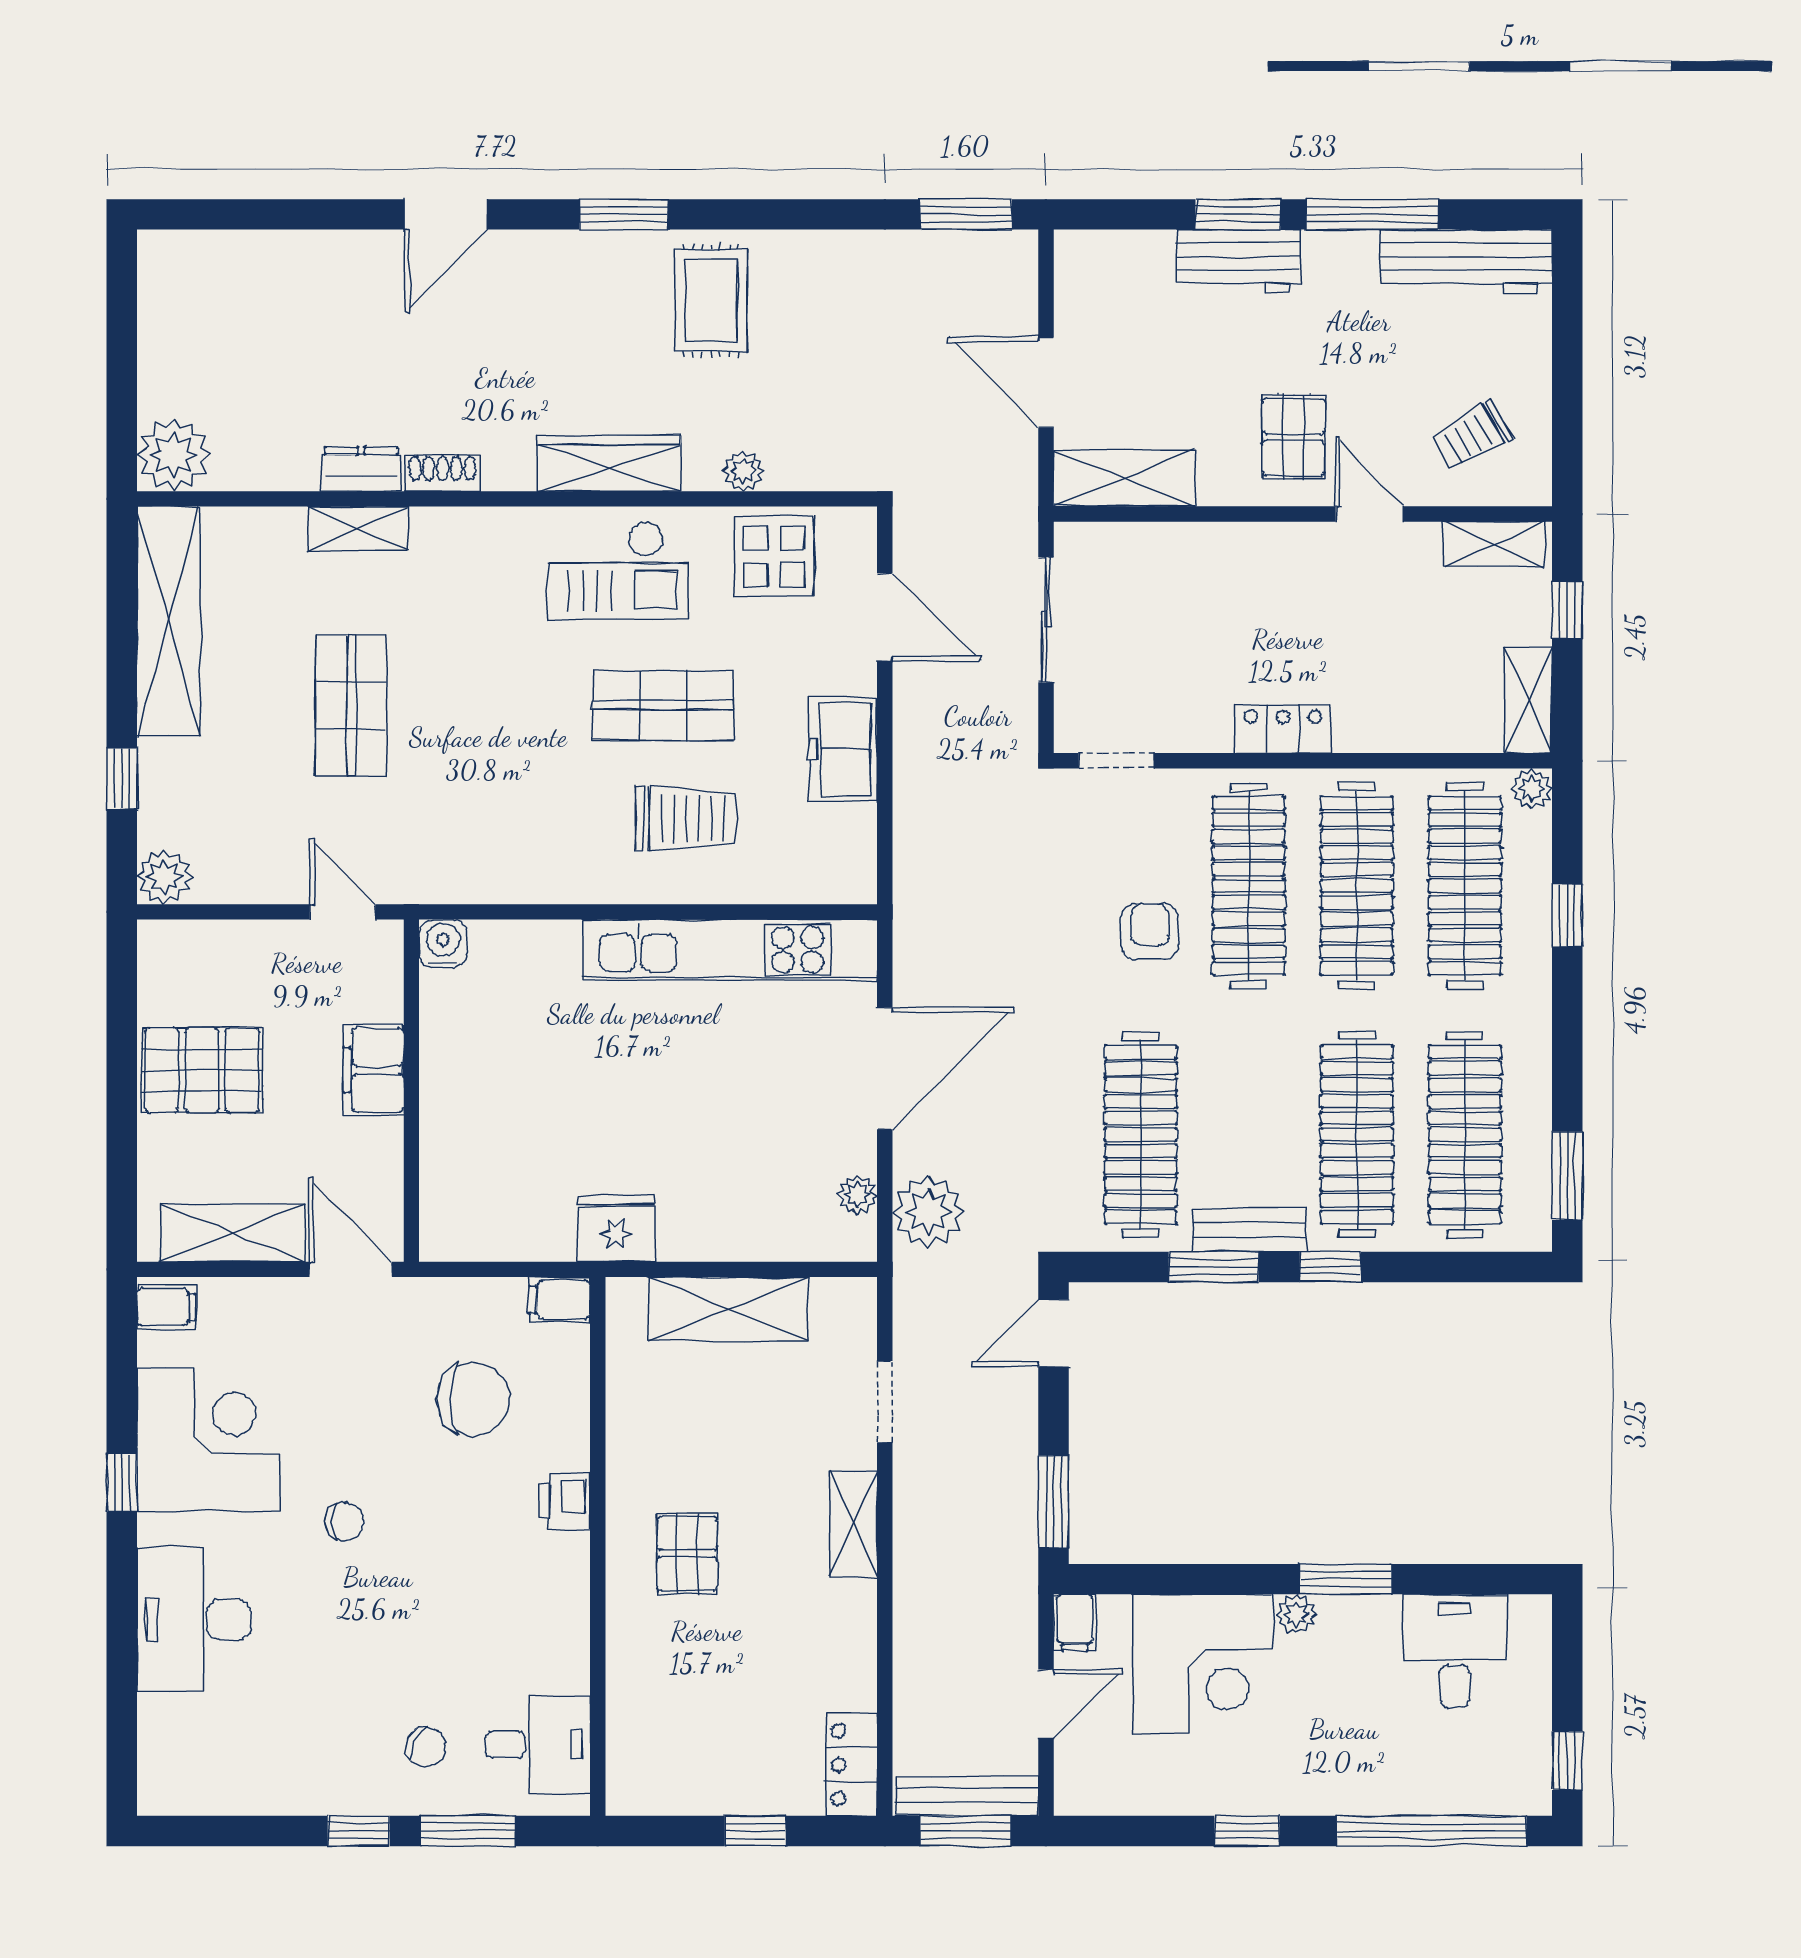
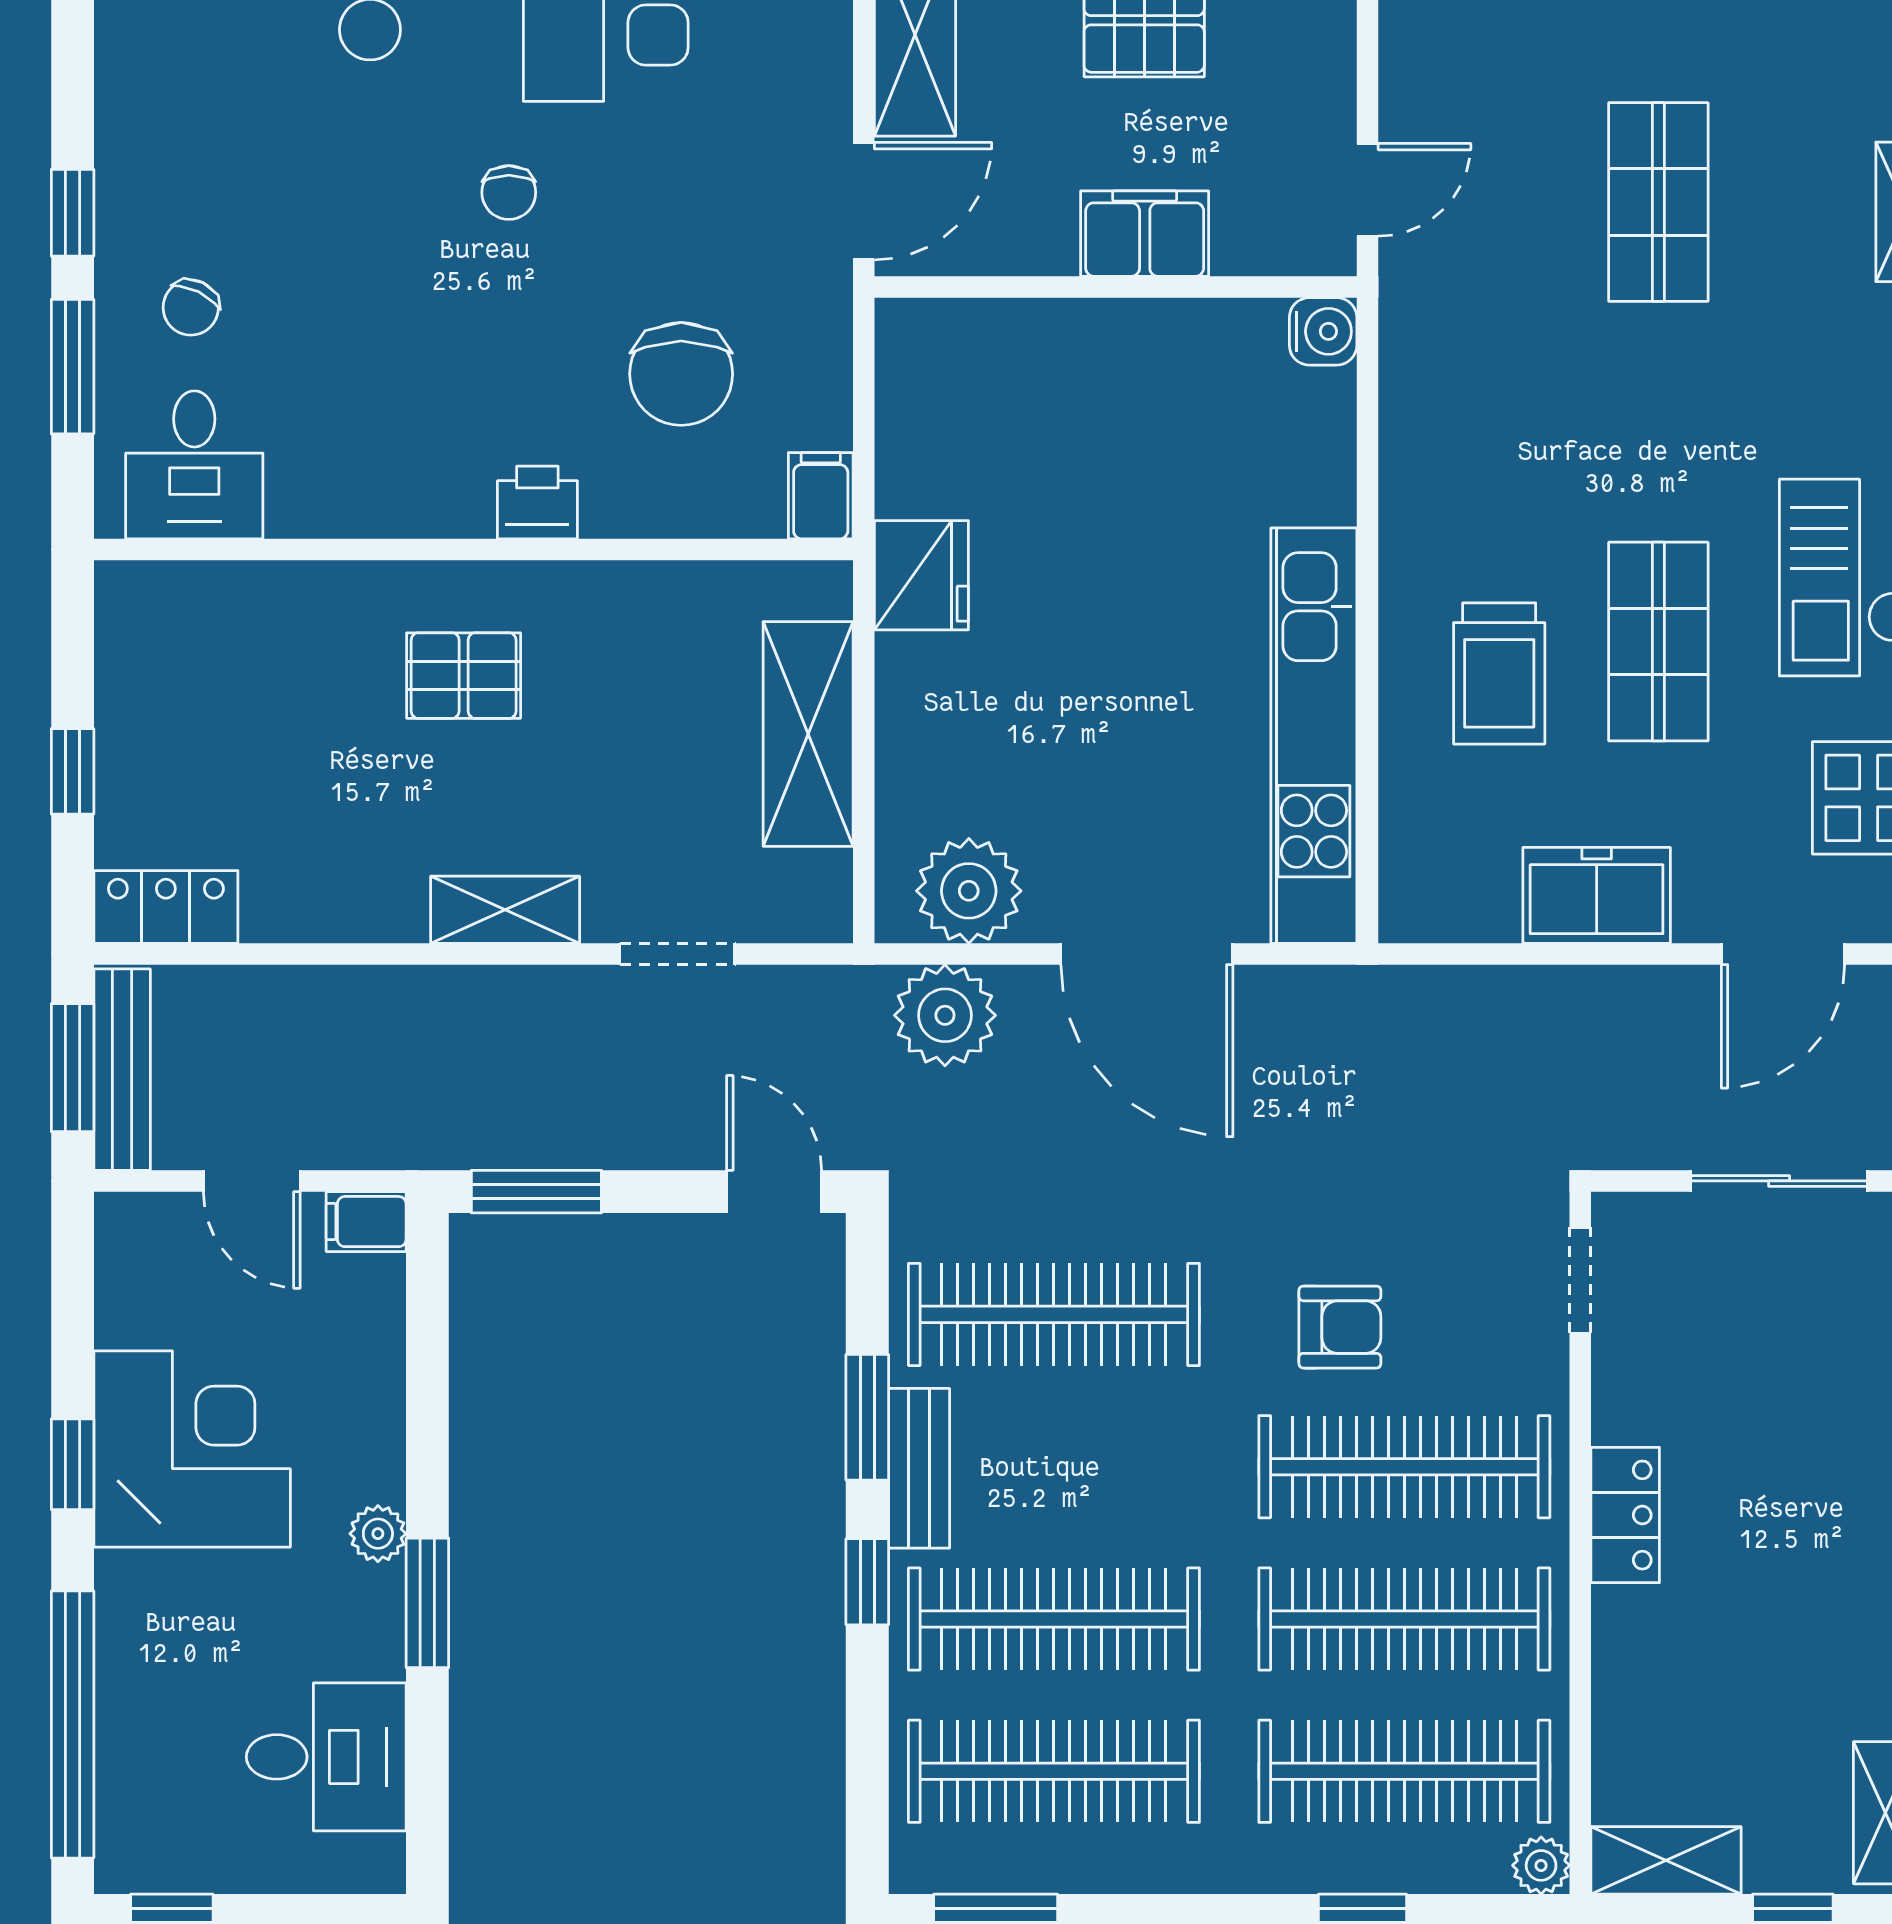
shop shelf: (351, 705) -> (1658, 202), turned 90
plant: (857, 1195) -> (969, 891), width x1.88, depth x1.88
corner desk: (1203, 1664) -> (192, 1449), moved, turned 180

